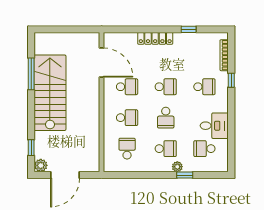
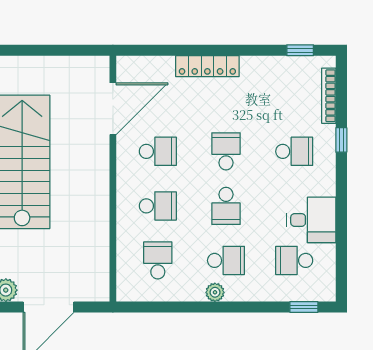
window: (189, 29) -> (300, 50), moved
door: (102, 63) -> (113, 109), hinge flipped
school desk: (166, 87) -> (226, 151), turned -90
plant: (177, 167) -> (215, 292), moved
window: (185, 175) -> (304, 307), moved

